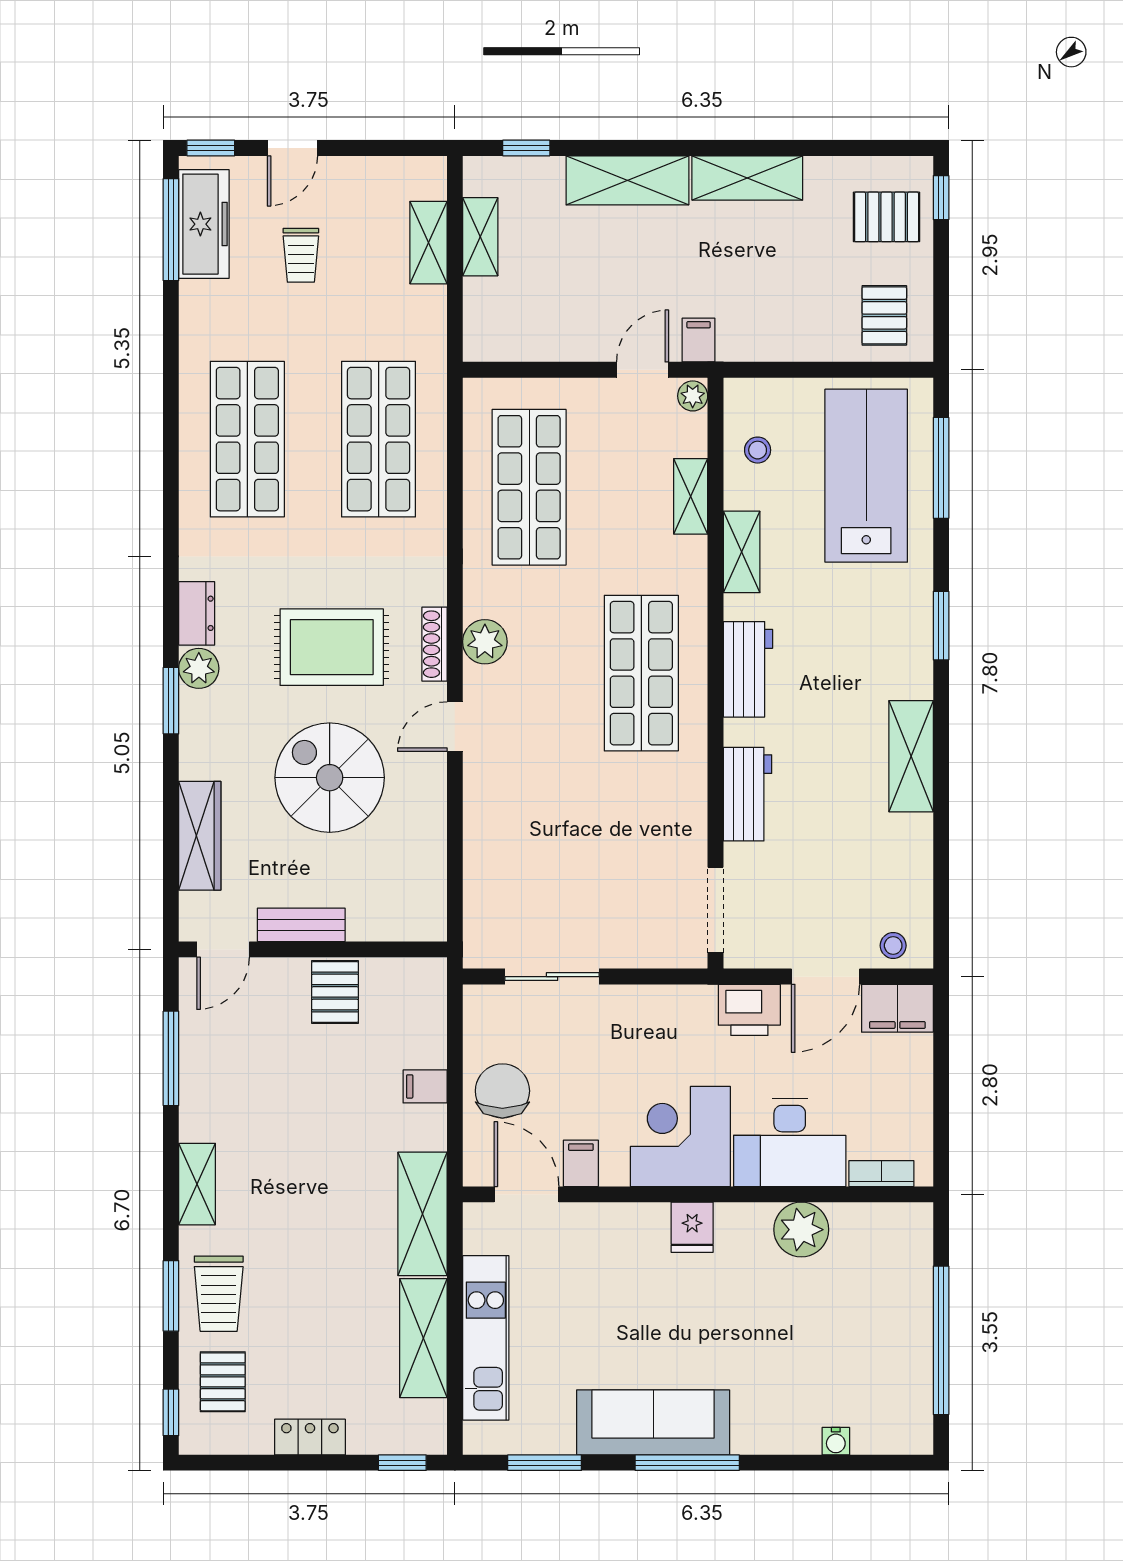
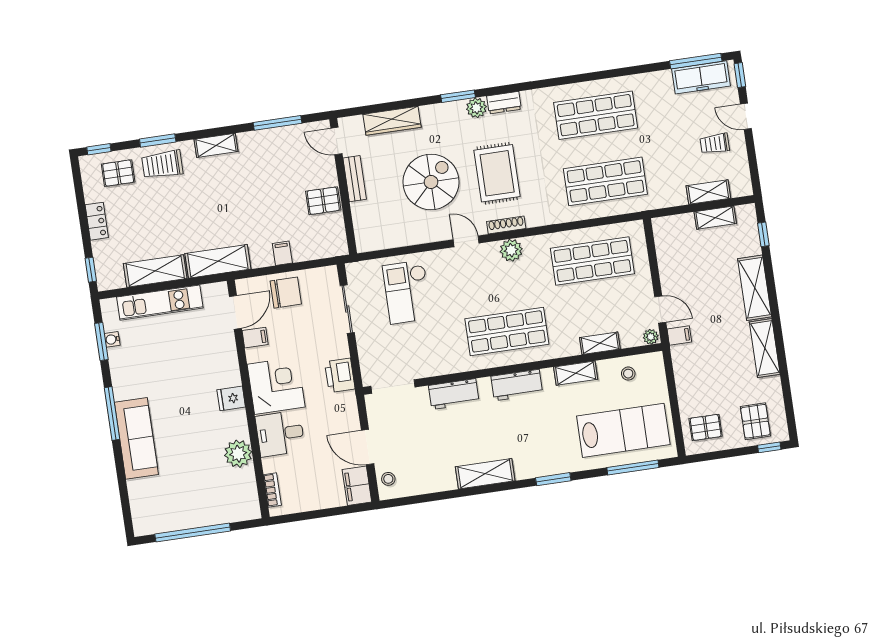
trolley: (301, 255) -> (715, 144), moved
checkout: (536, 856) -> (407, 292), added
printer: (749, 1010) -> (340, 375), moved
desk: (790, 1142) -> (280, 434), width x0.73
sofa: (653, 1422) -> (136, 438), moved
water cooler: (836, 1441) -> (112, 339), moved

